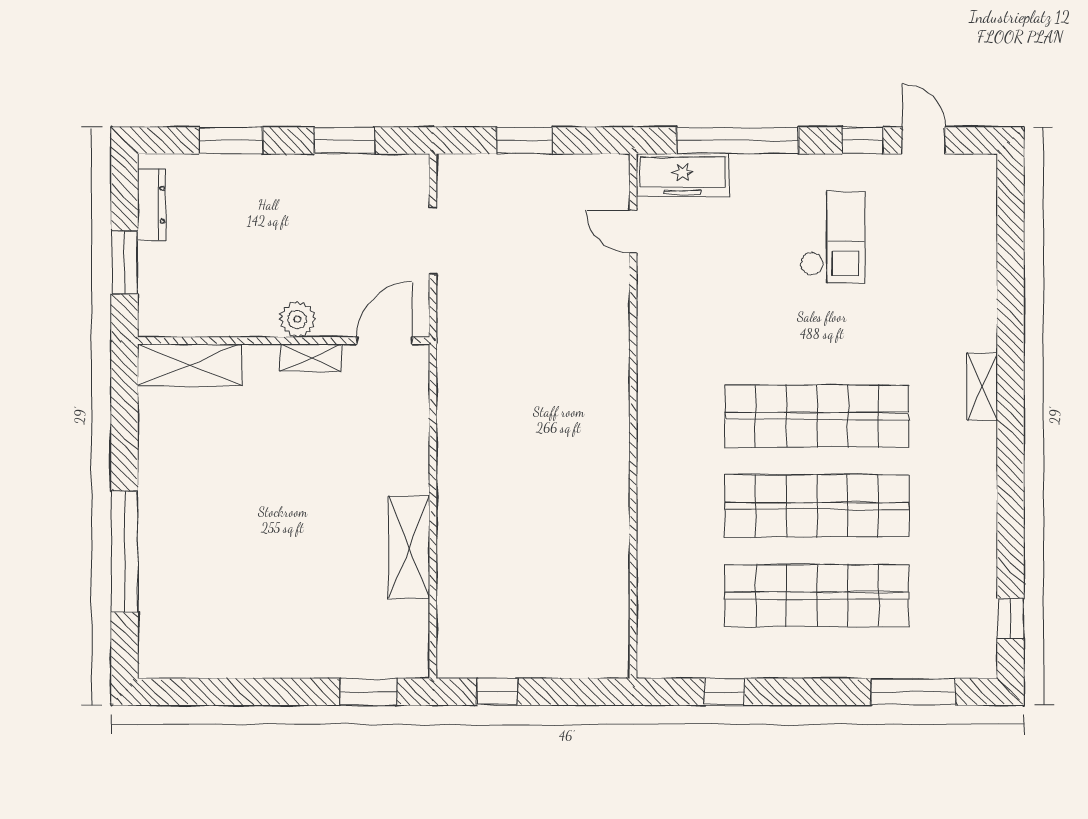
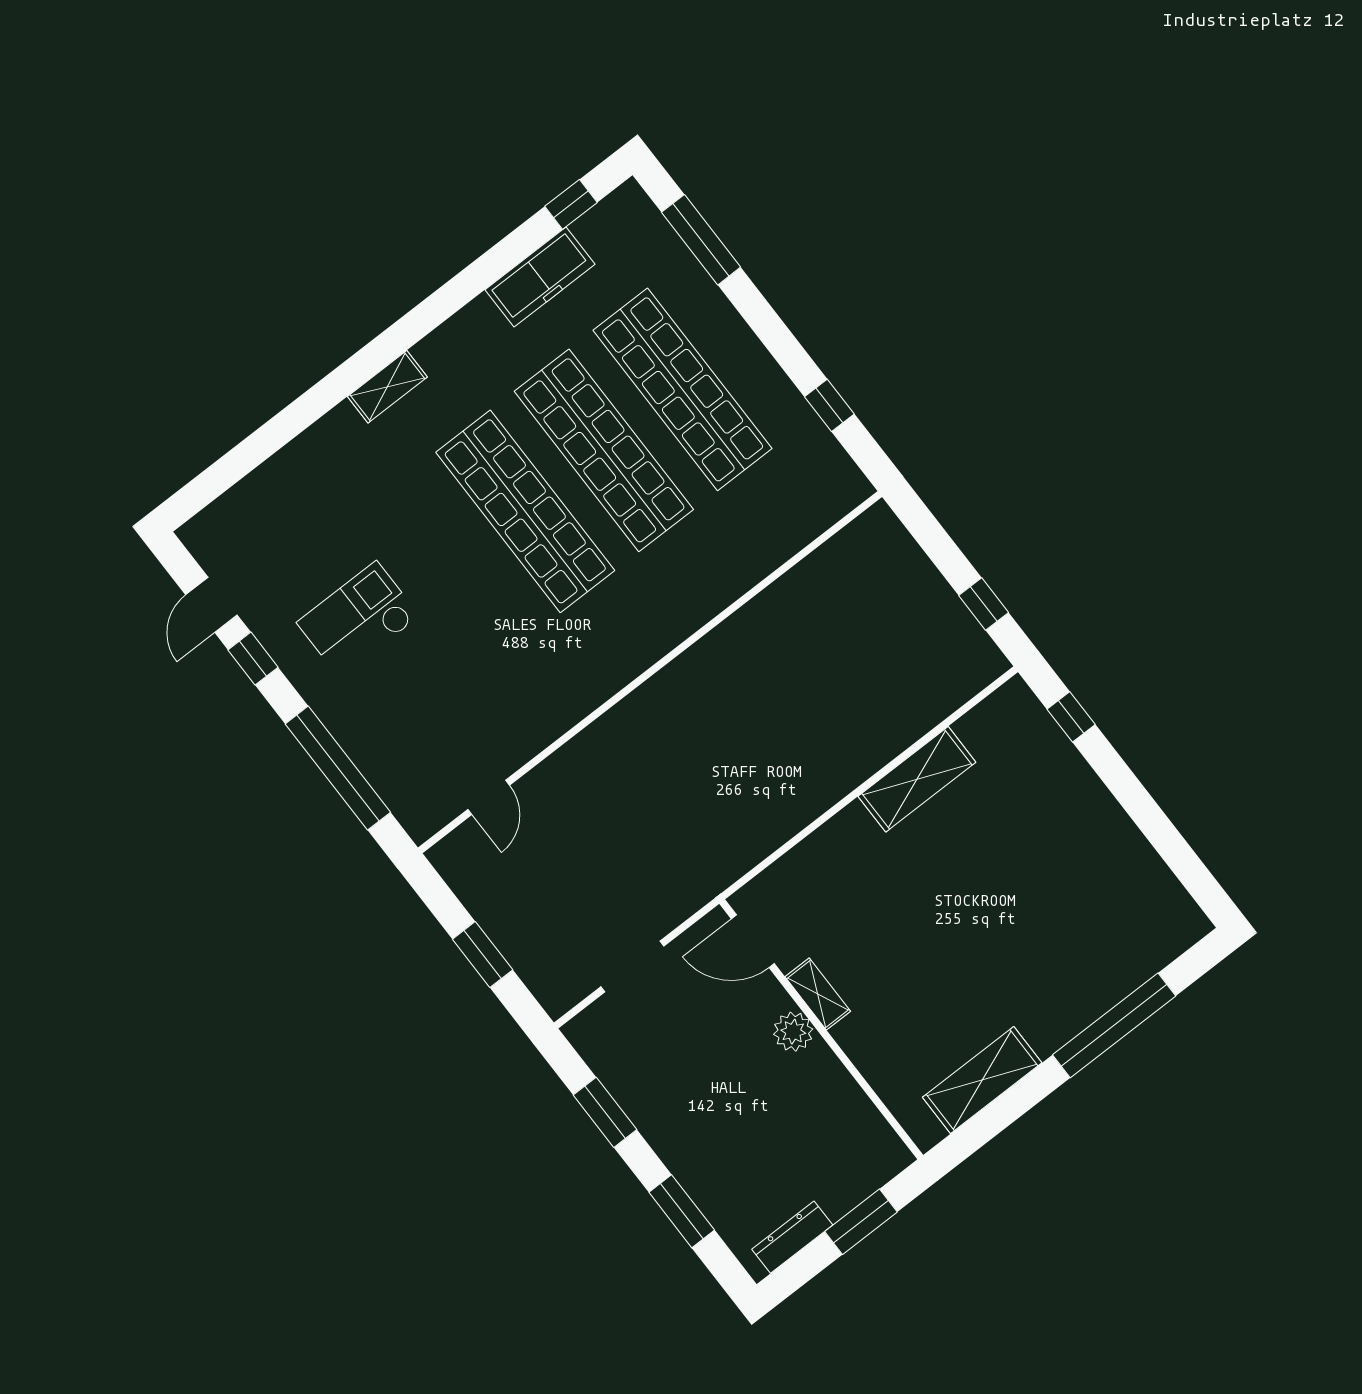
freezer: (683, 175) -> (540, 277), moved, turned 90
shelving: (190, 365) -> (982, 1080), moved, turned 90
window: (368, 692) -> (1071, 717), width x0.67

